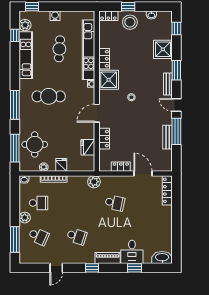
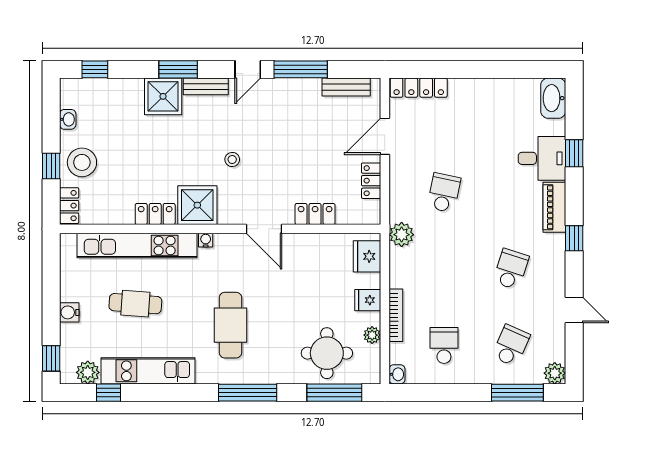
shower: (163, 49) -> (163, 96), moved
bench: (168, 137) -> (346, 87), moved
fridge: (88, 147) -> (367, 256), moved, turned 90
plant: (25, 218) -> (555, 373), moved

